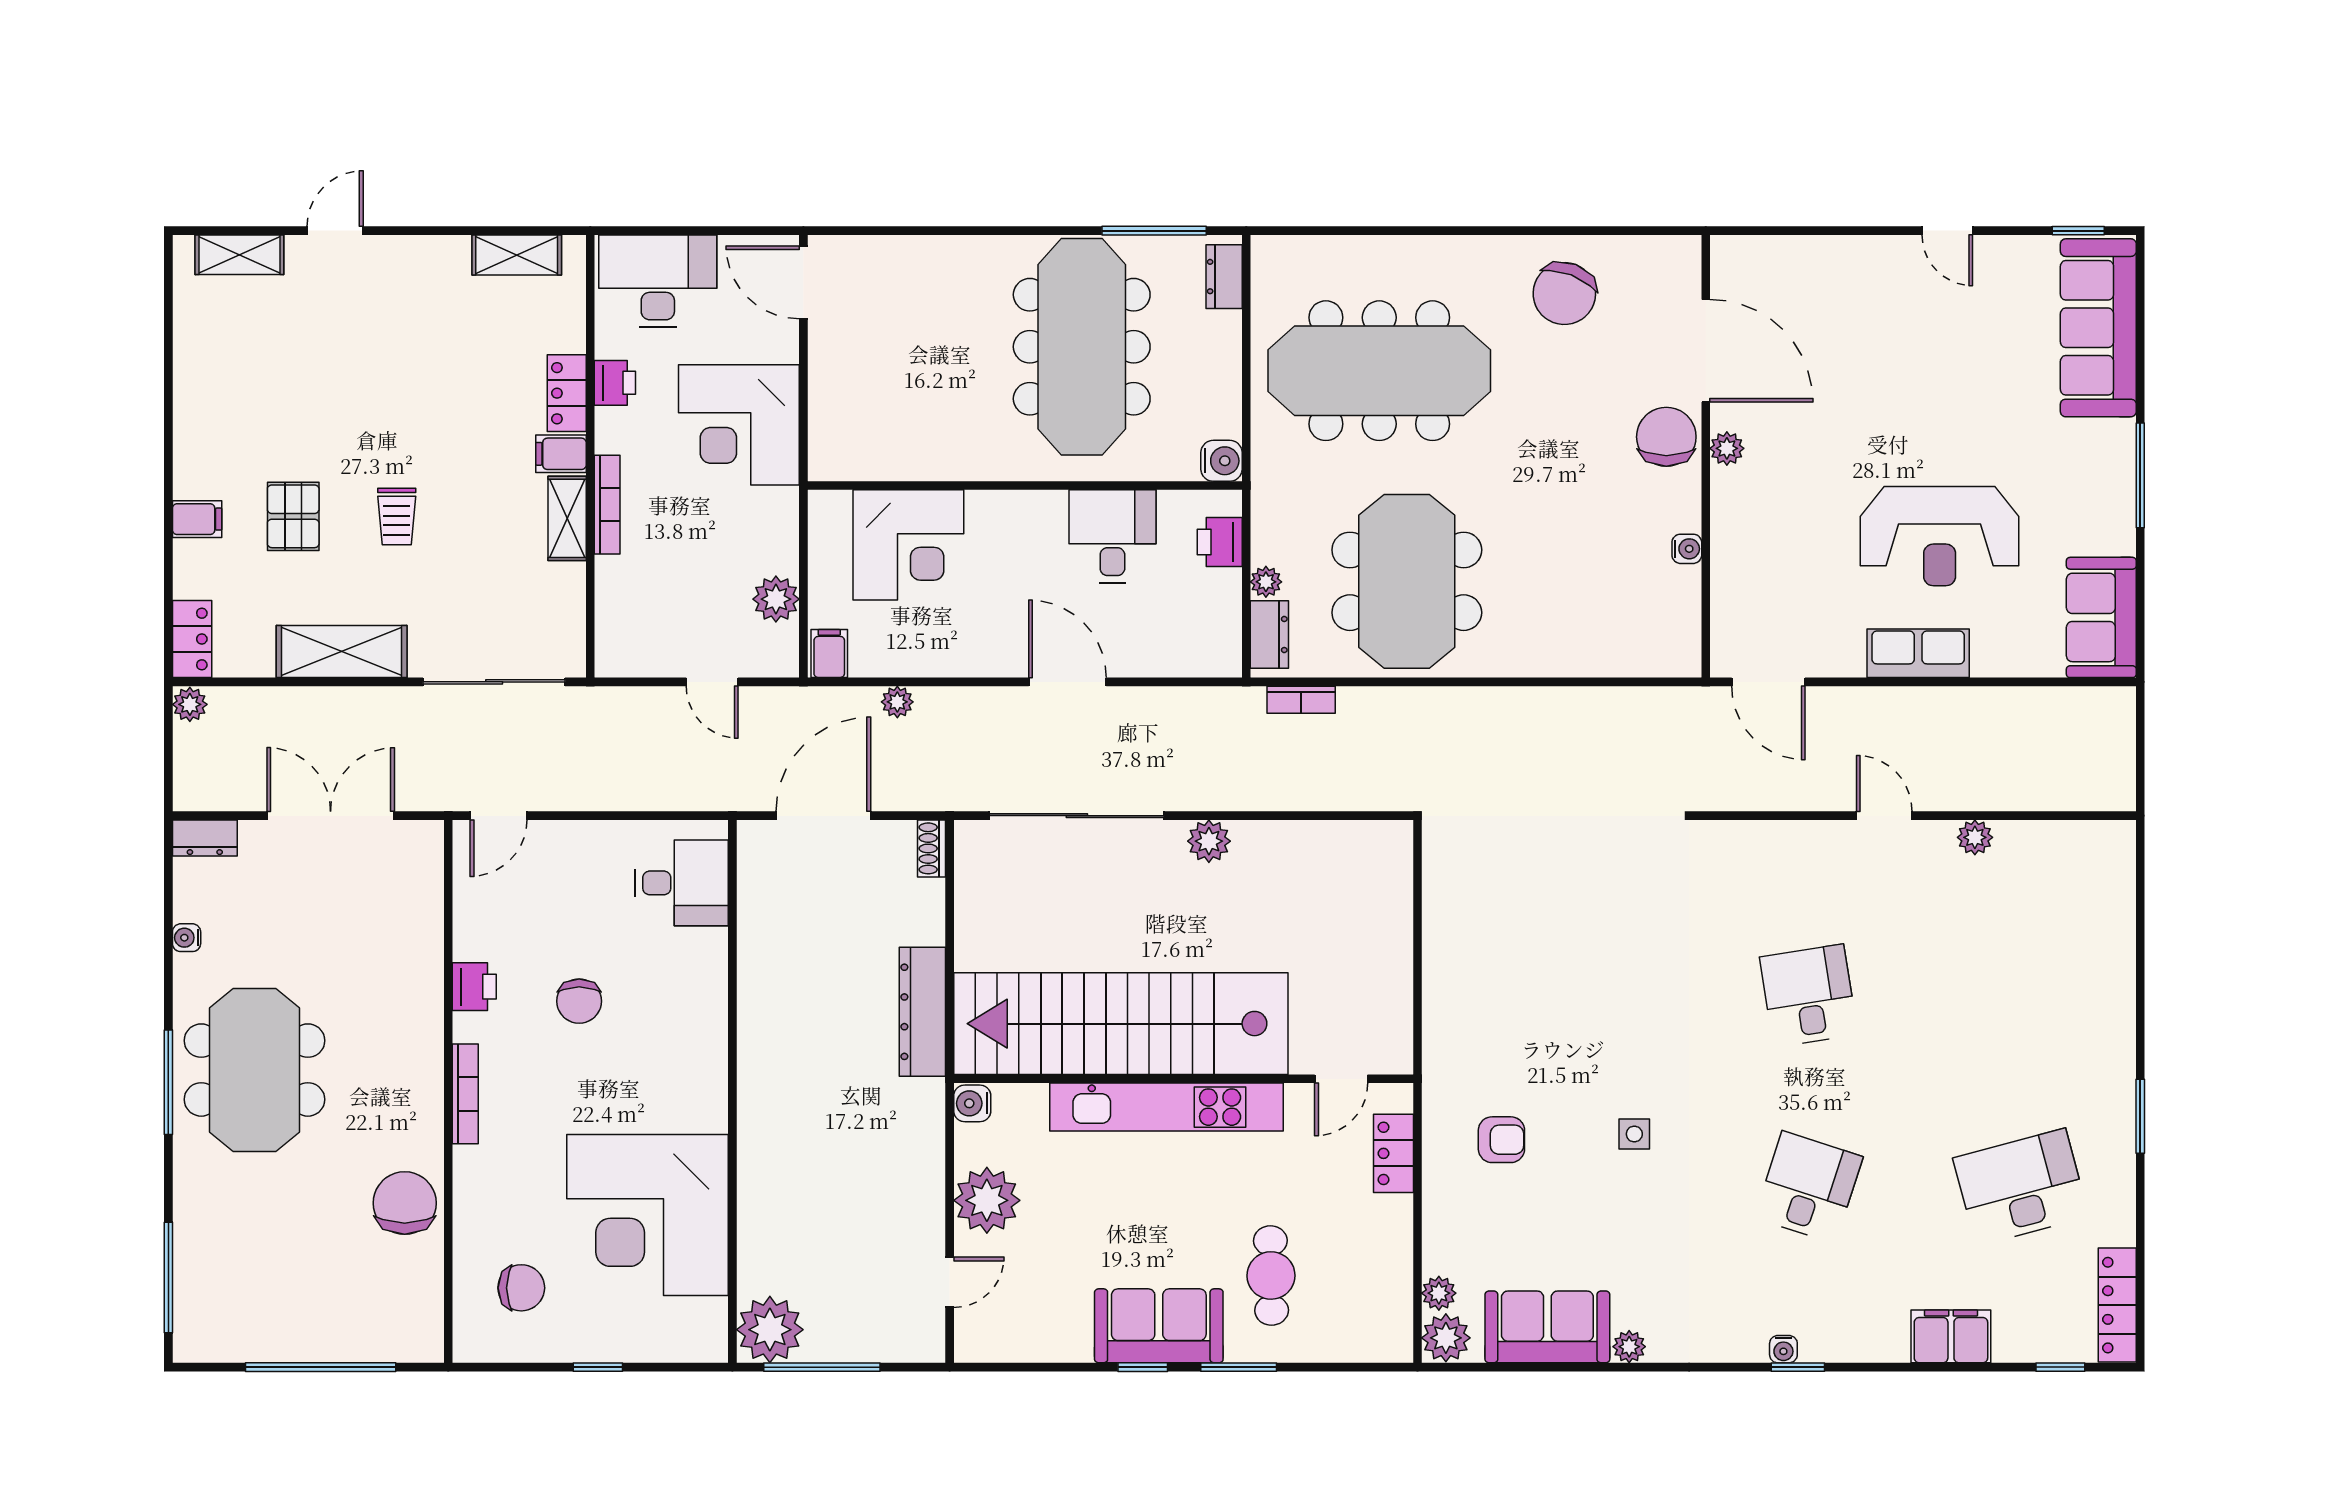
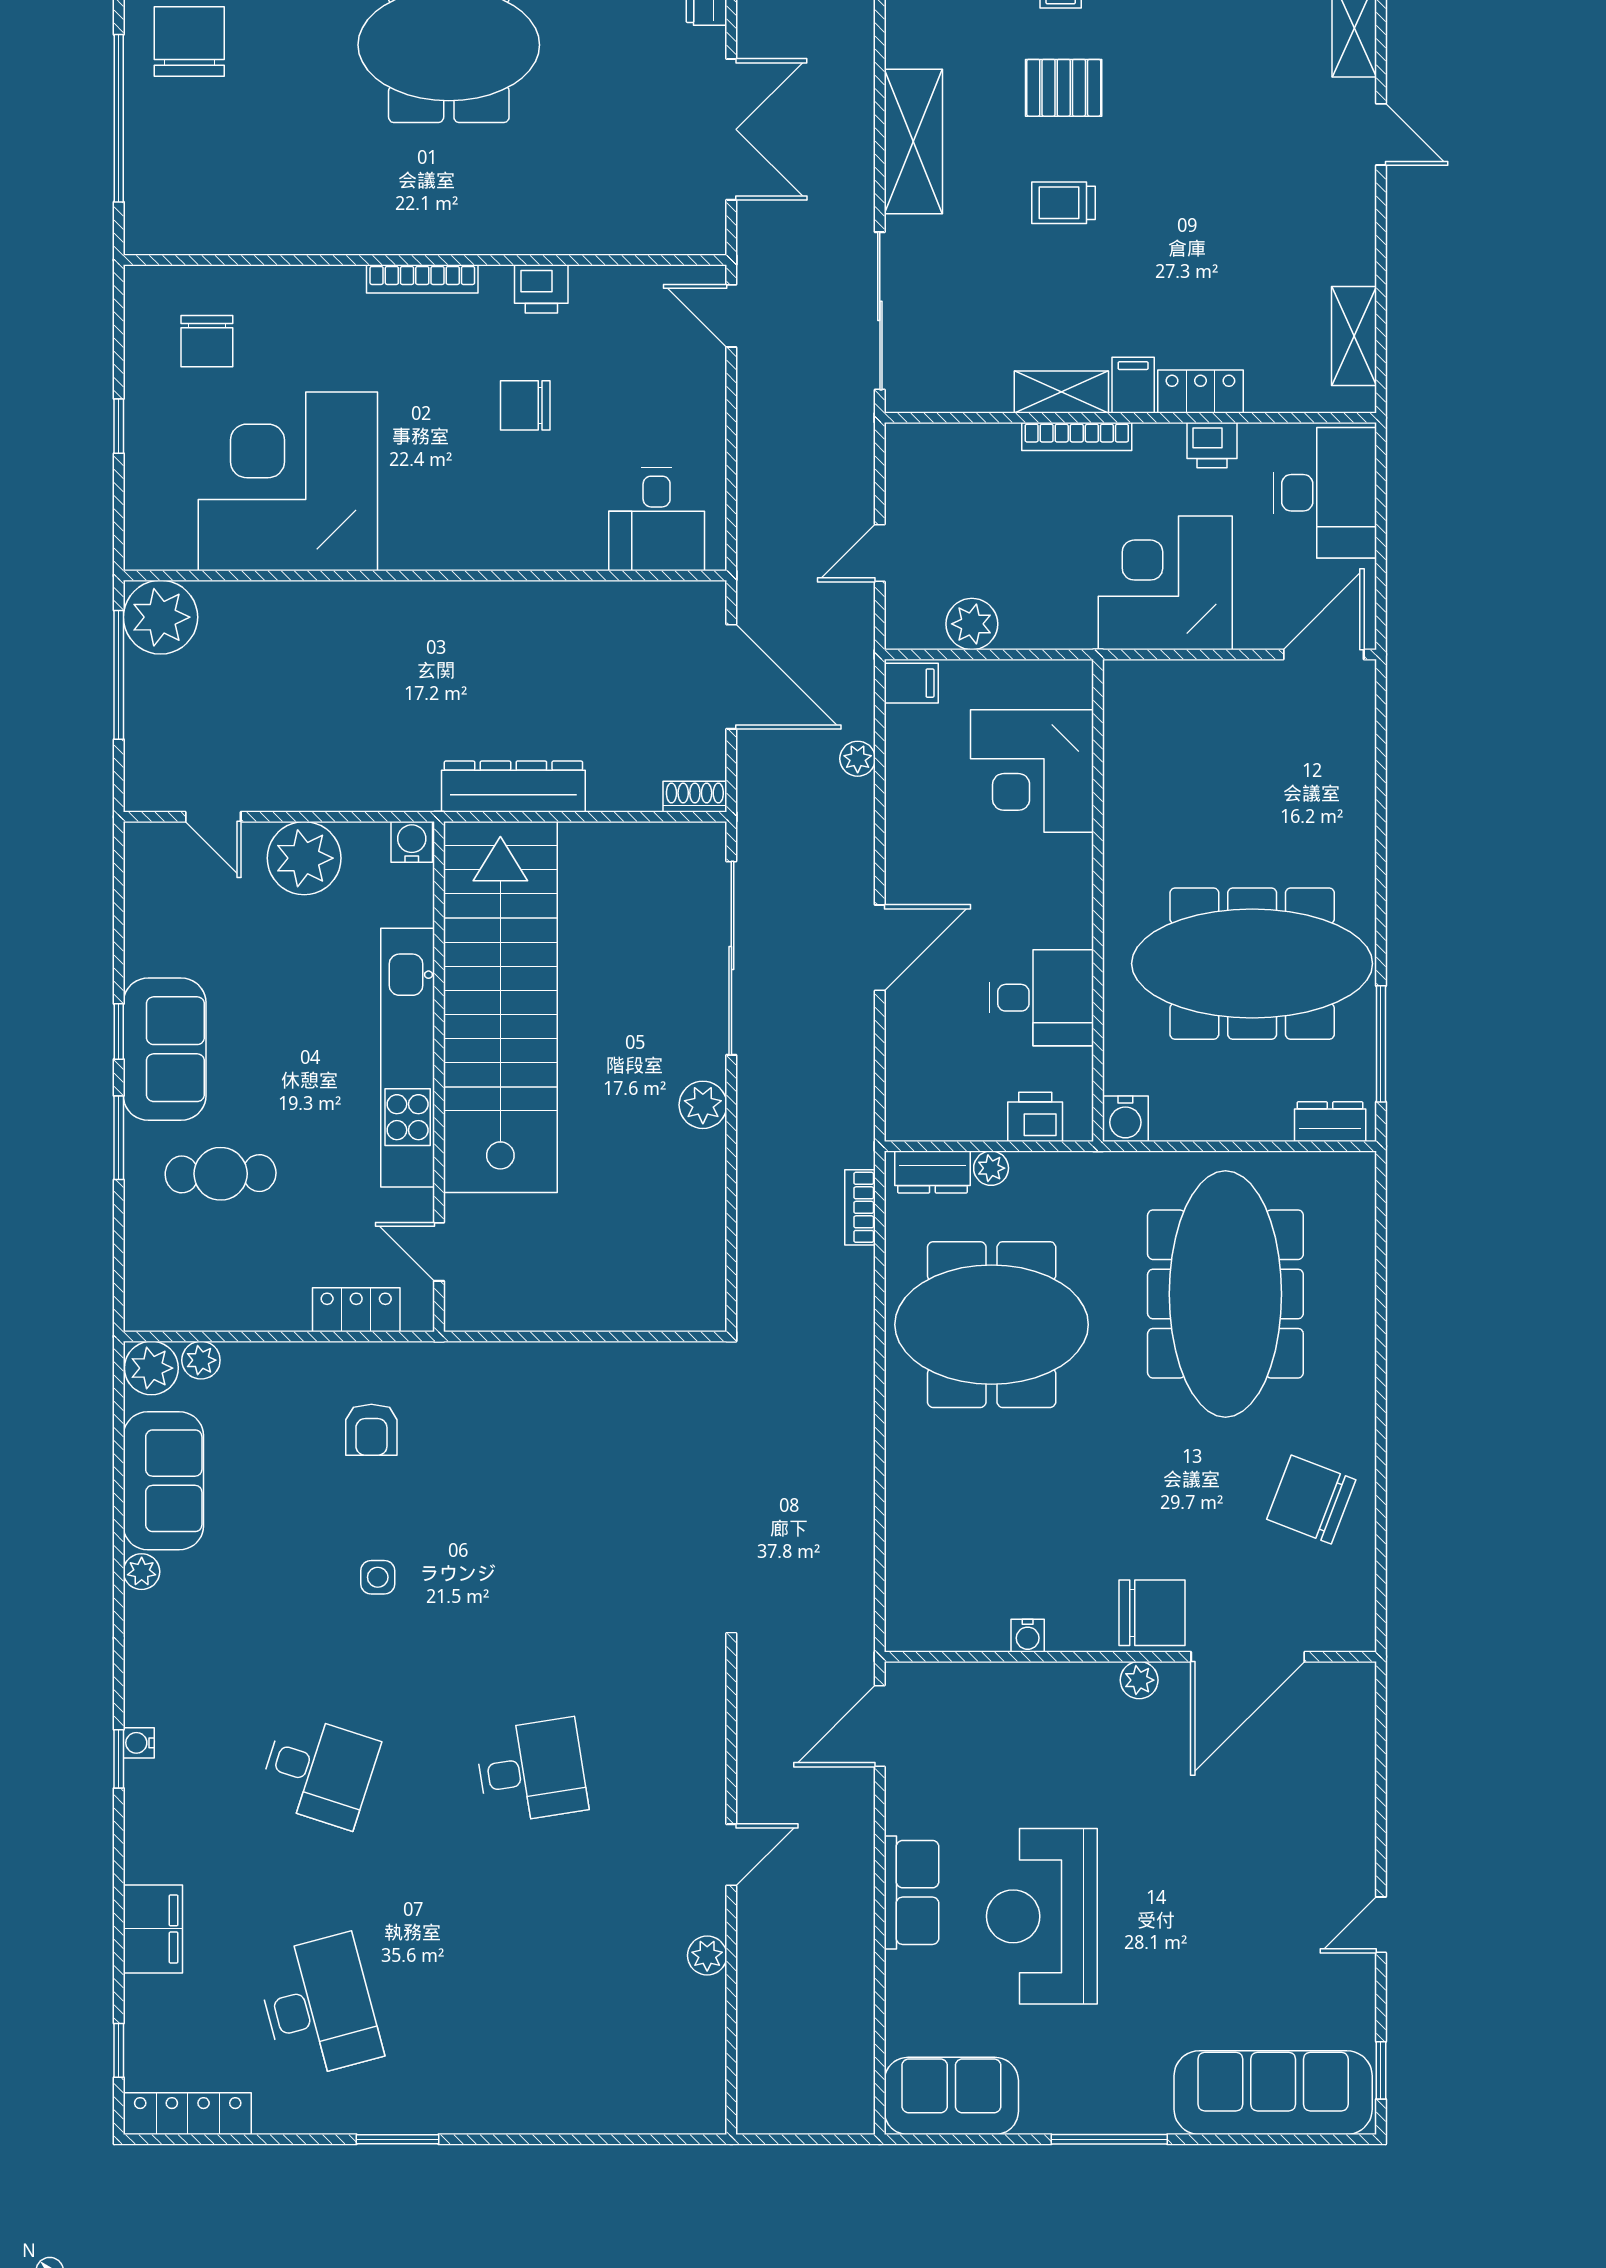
chair: (405, 1203) -> (189, 41), moved, turned -90

